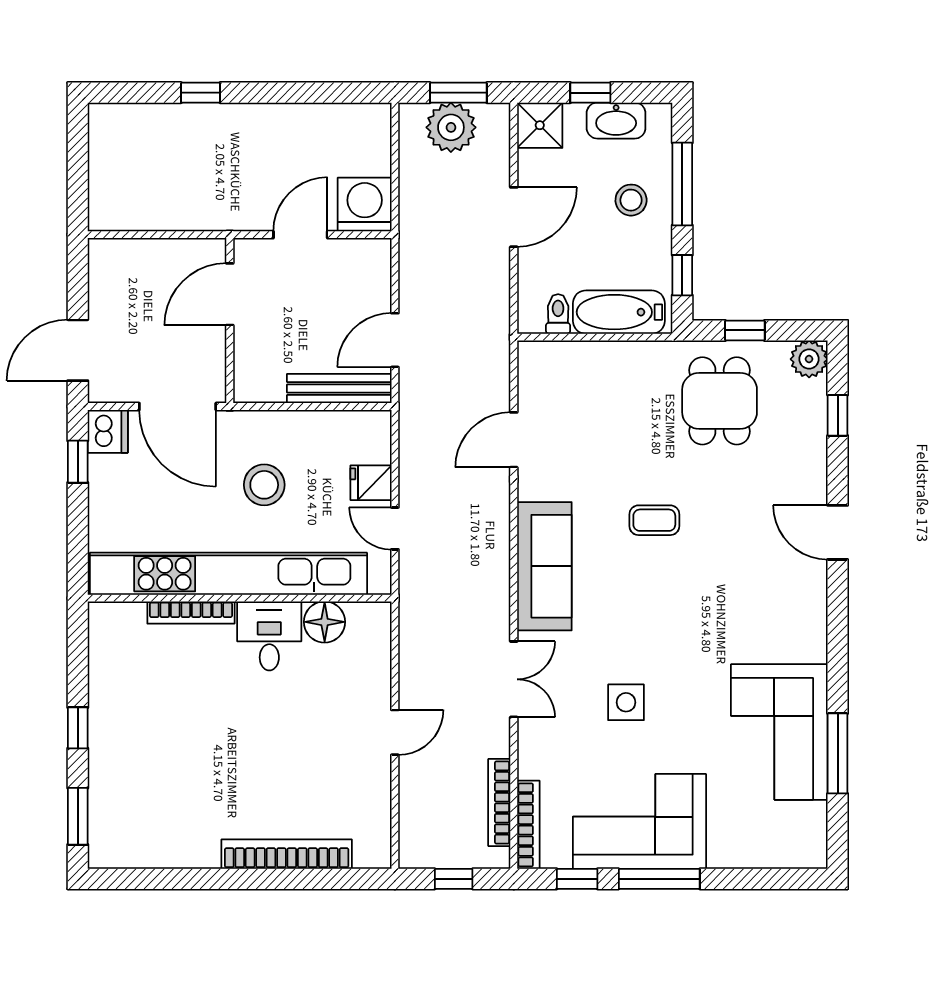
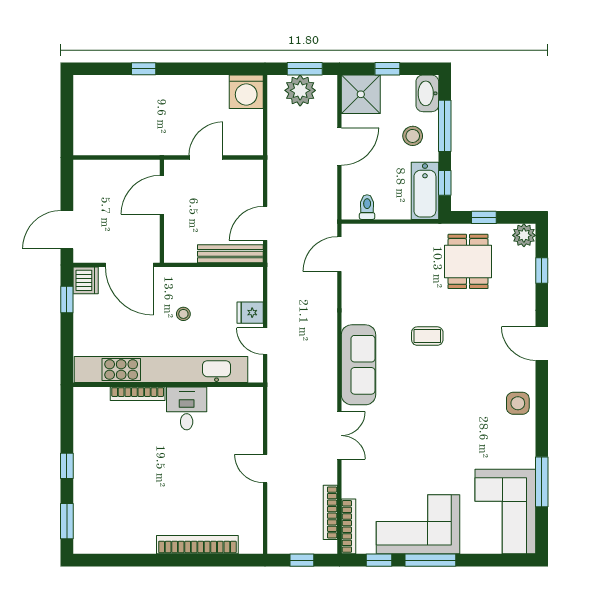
washbasin: (616, 121) -> (427, 93), moved, turned 90
shower: (540, 125) -> (361, 94), width x1.36, depth x1.36
washing machine: (365, 204) -> (246, 92), moved, turned 180
bathtub: (619, 312) -> (425, 191), moved, turned -90
door: (514, 440) -> (339, 254), moved
stool: (264, 485) -> (183, 314), width x0.53, depth x0.53
floor lamp: (325, 622) -> (221, 400), removed
side table: (626, 702) -> (518, 403), moved
door: (395, 732) -> (265, 469), swing flipped
corner sofa: (779, 732) -> (505, 512), moved

